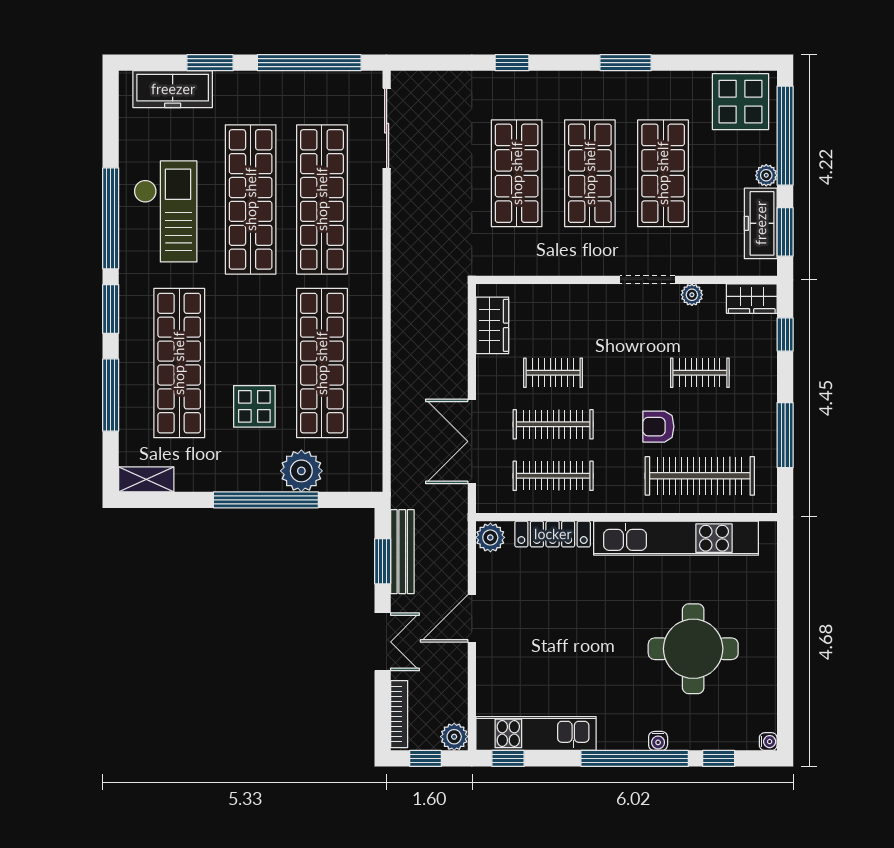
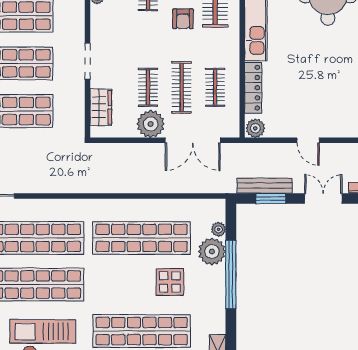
doorway: (648, 280) -> (87, 61), moved
wardrobe: (492, 325) -> (101, 107), moved, turned 90
plant: (497, 377) -> (151, 124), added
clothes rail: (553, 476) -> (215, 87), width x0.73
plant: (335, 481) -> (219, 229), added
door: (472, 618) -> (308, 140), width x0.73

